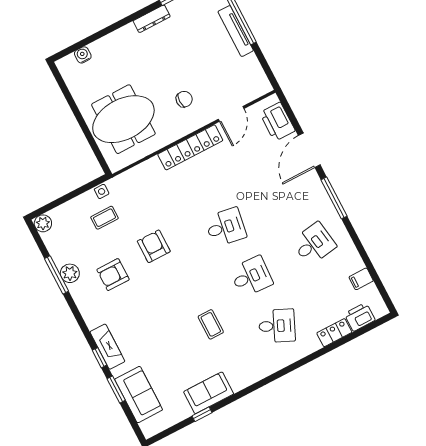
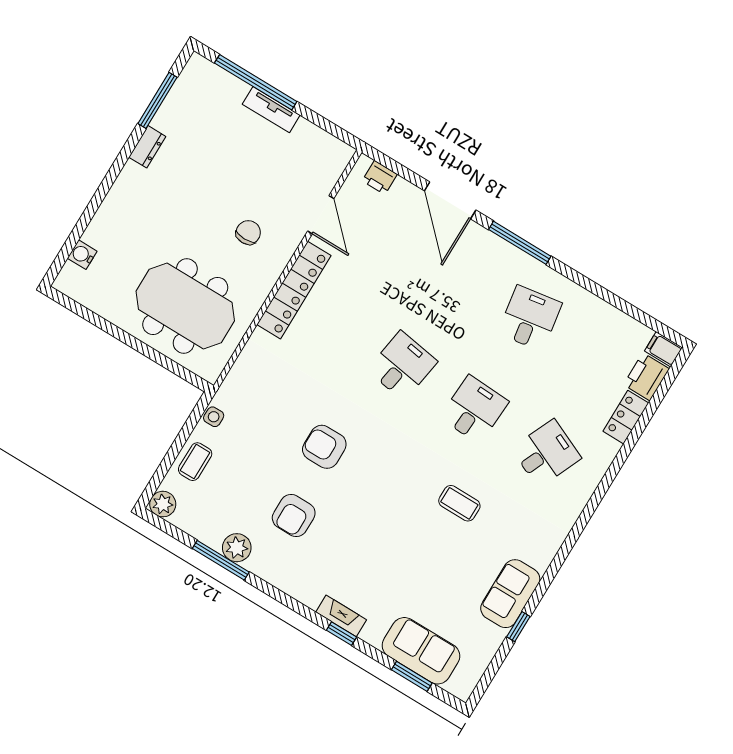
dresser: (152, 19) -> (147, 147), width x0.70
tv unit: (236, 31) -> (271, 110), width x0.71
meeting table: (123, 119) -> (185, 306), turned 90
printer: (277, 122) -> (380, 178), width x0.53, depth x0.68
coffee table: (104, 218) -> (195, 462), moved
filing cabinet: (361, 279) -> (663, 349), moved, turned 90
fireplace: (107, 347) -> (341, 616), width x0.73, depth x0.76
window: (116, 390) -> (412, 676), moved

